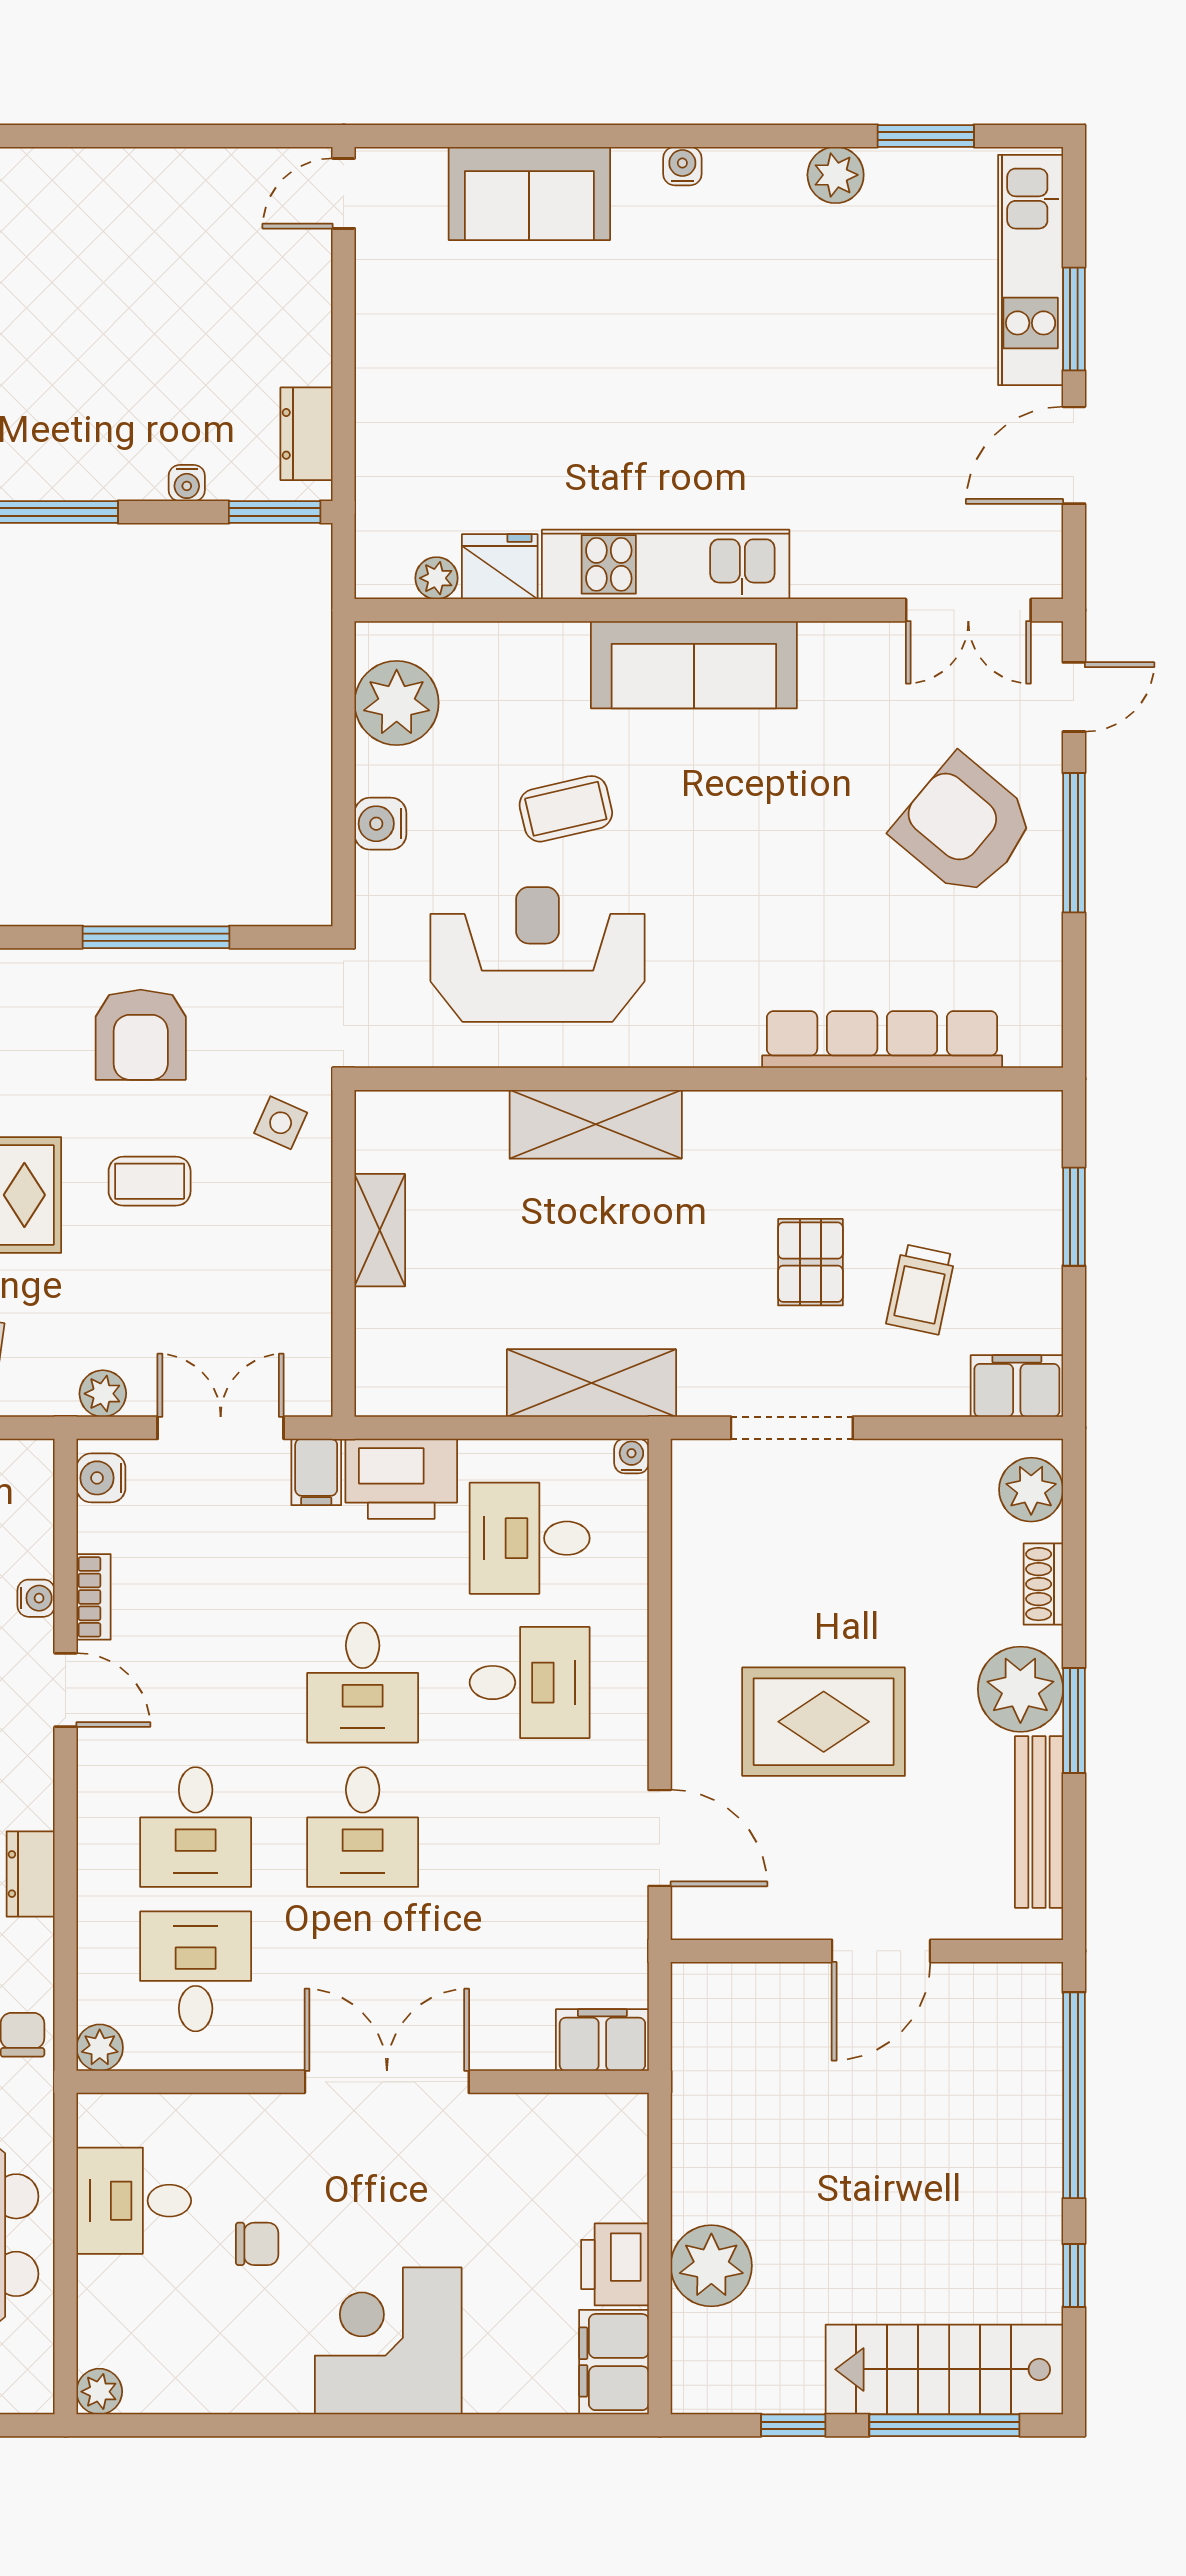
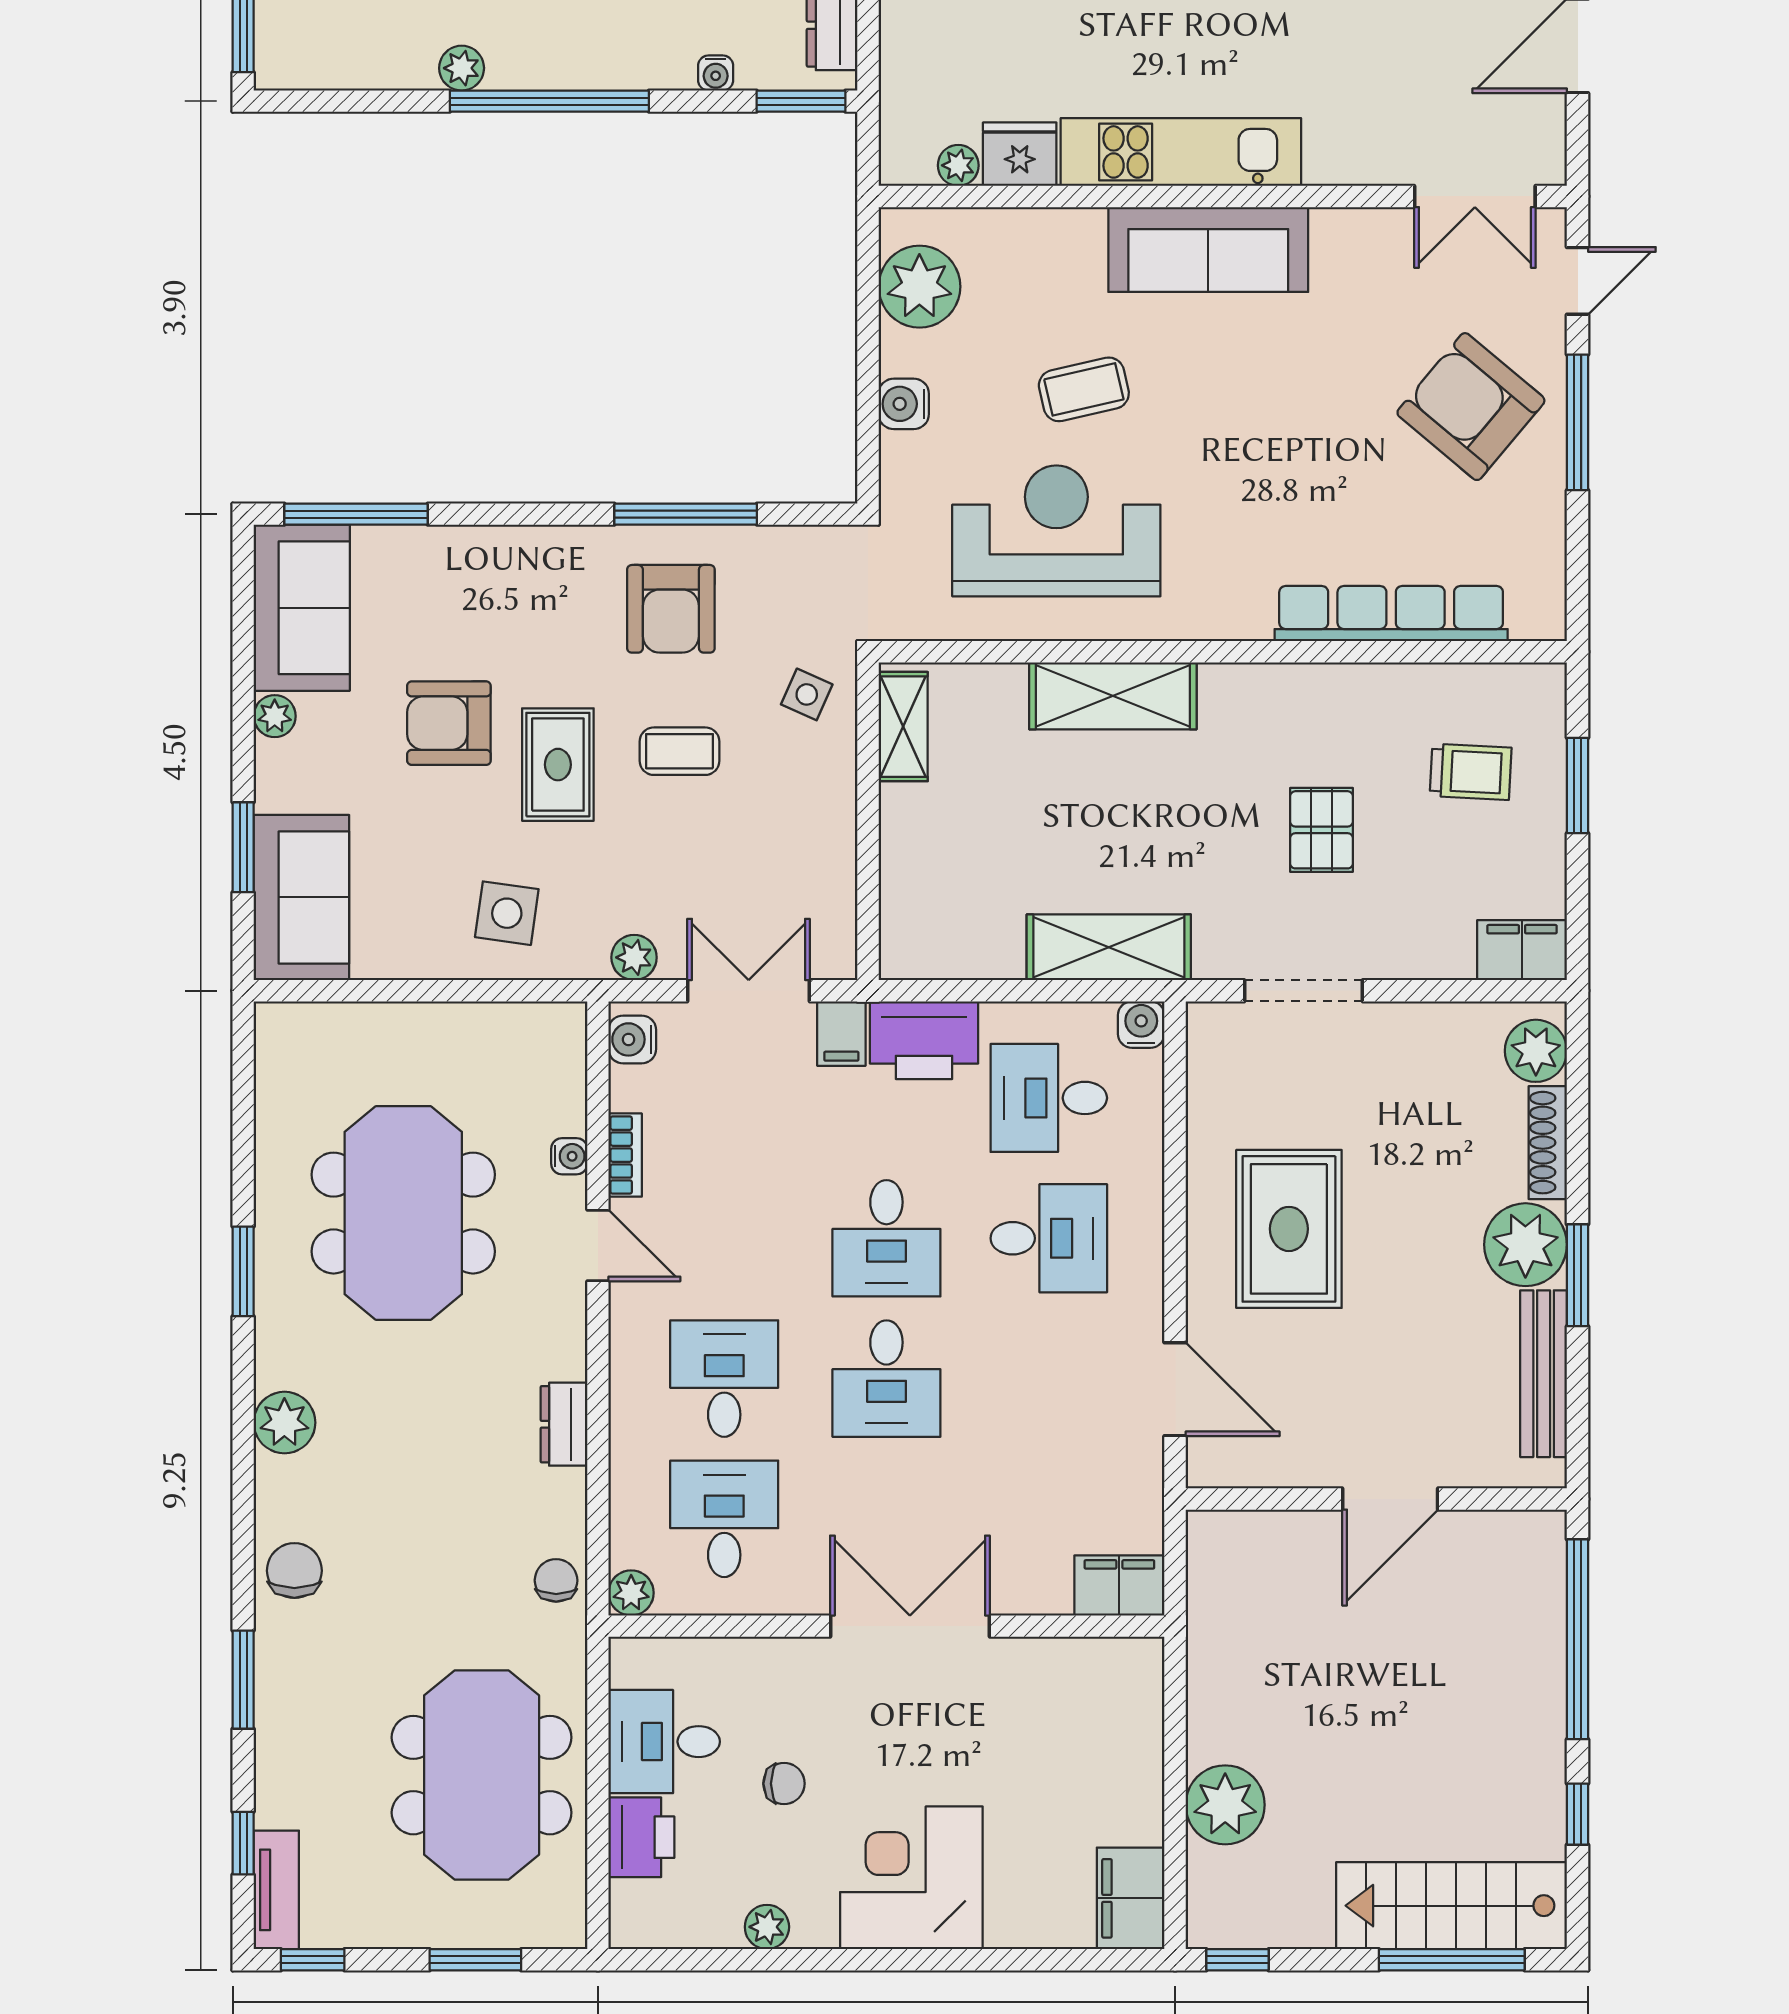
shelving: (380, 1230) -> (903, 727), moved
trolley: (921, 1289) -> (1471, 772), moved, turned -99
water cooler: (631, 1456) -> (1141, 1025), width x1.38, depth x1.38
shoe rack: (1043, 1584) -> (1548, 1143), width x1.43
rug: (824, 1722) -> (1289, 1229), moved, turned 90
desk: (196, 1827) -> (724, 1379), turned 180
printer: (615, 2264) -> (641, 1837), moved, turned 180
plant: (99, 2392) -> (767, 1927), moved
window: (793, 2425) -> (1237, 1960), moved

